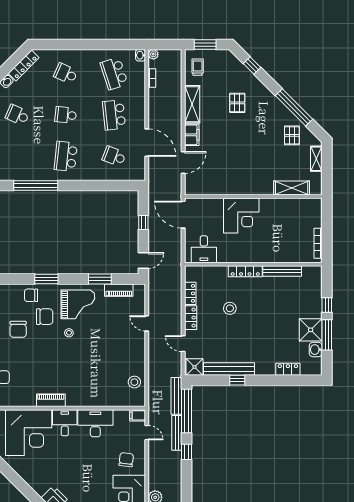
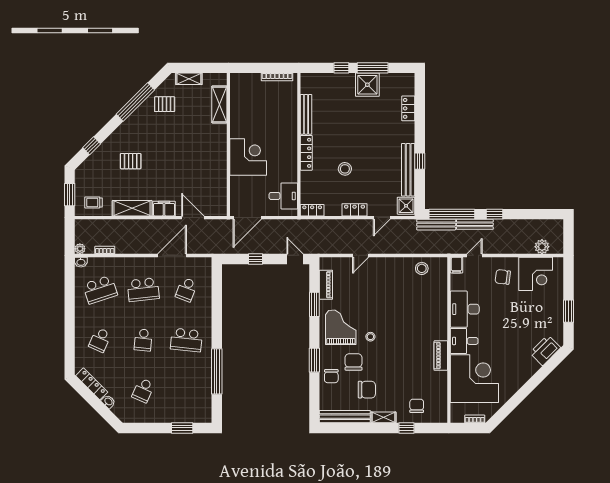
locker: (190, 293) -> (312, 210), moved
washbasin: (316, 350) -> (388, 79), removed

